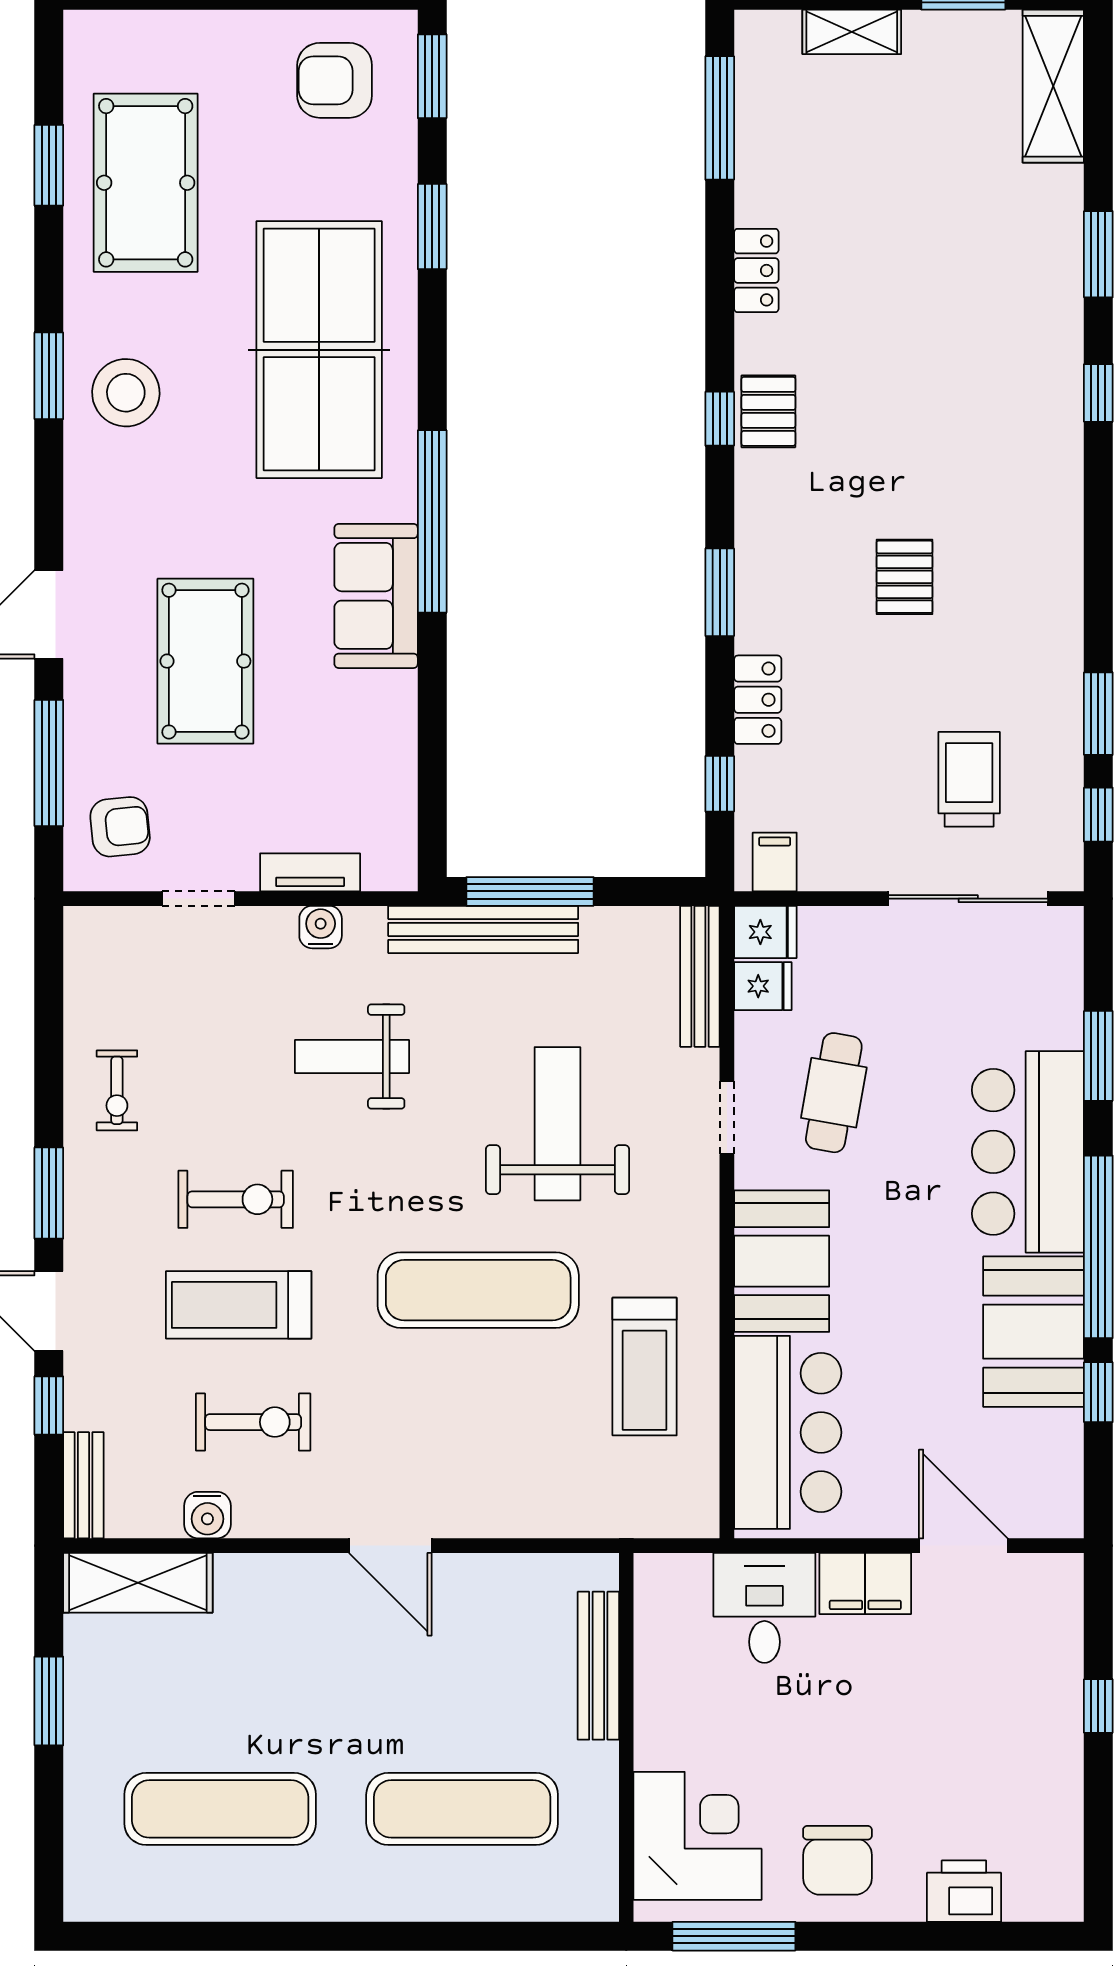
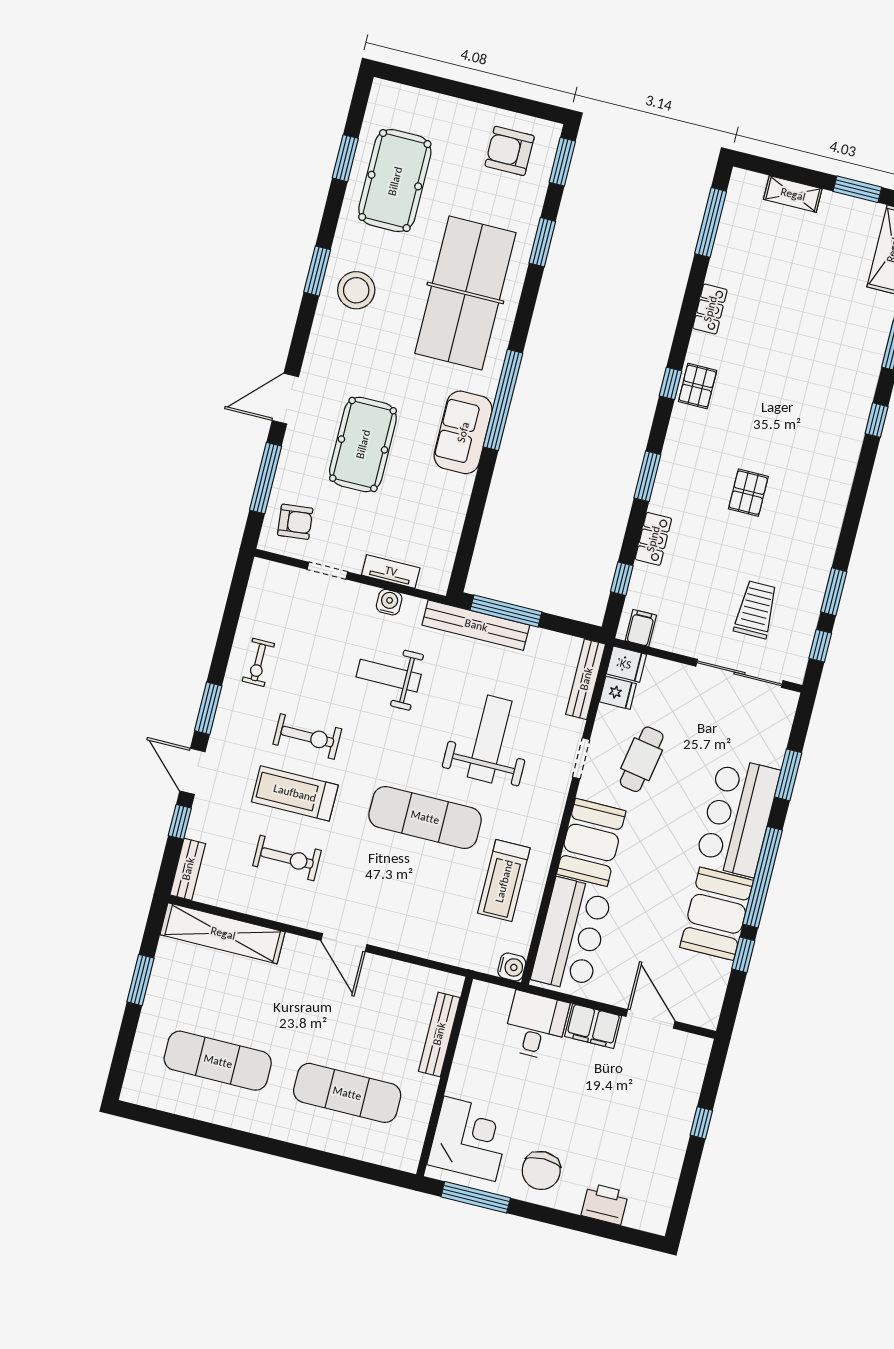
water cooler: (207, 1515) -> (512, 967), moved, turned -90
shelving: (138, 1583) -> (223, 933), width x1.47

